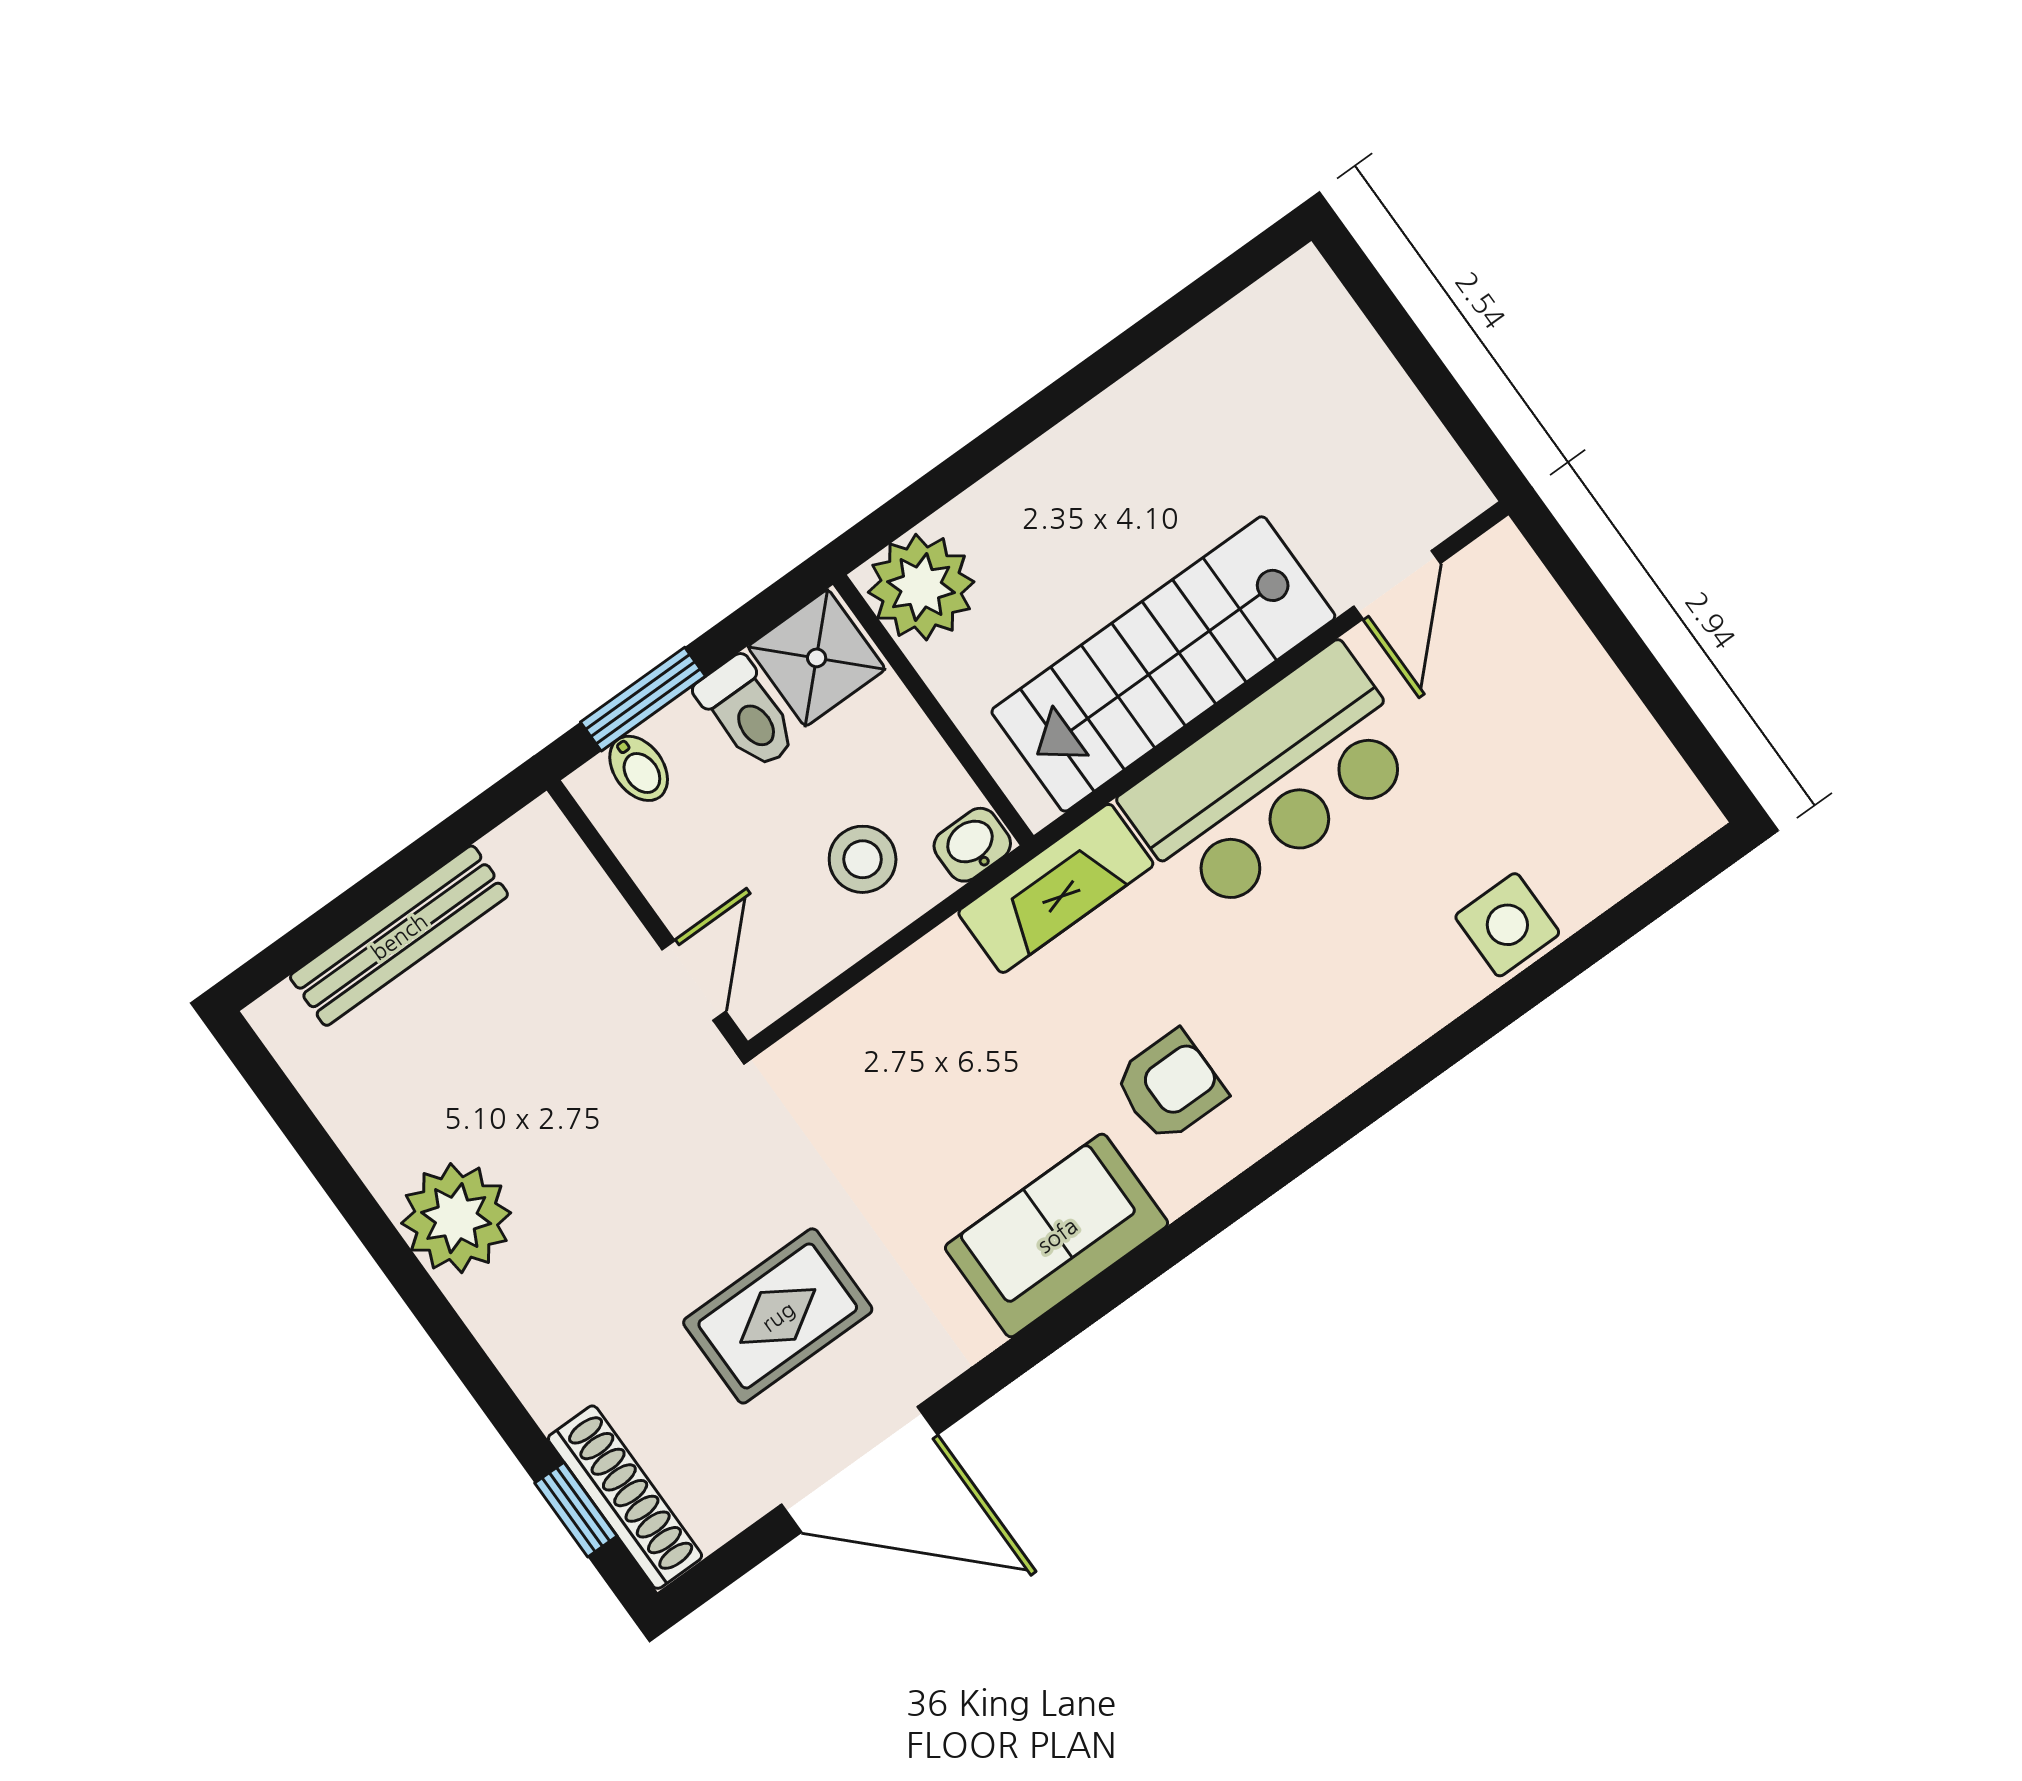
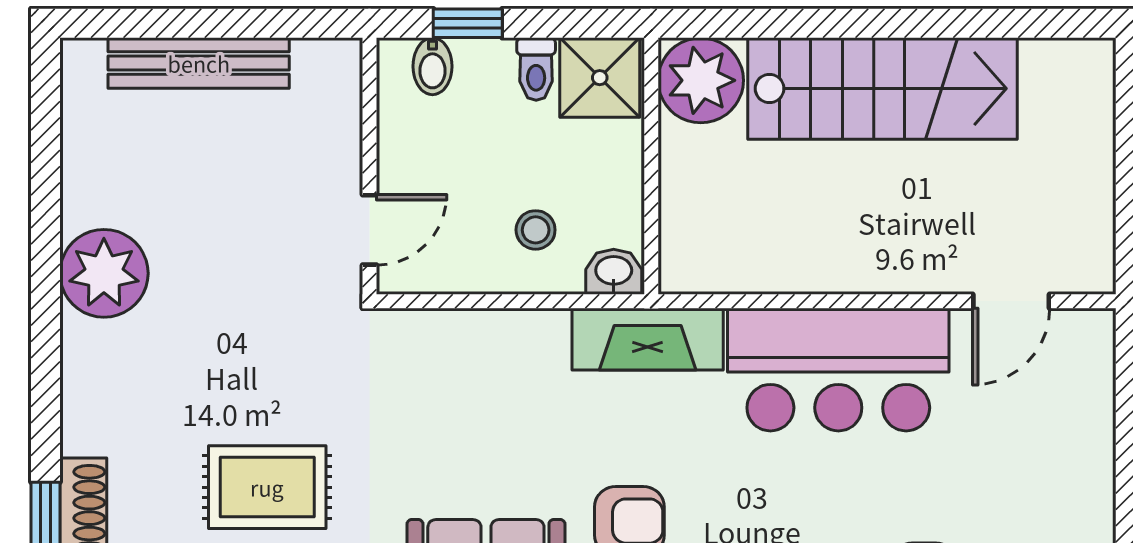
stairs: (1163, 664) -> (883, 88), moved, turned 180
window: (643, 699) -> (468, 23), width x0.67
toilet: (747, 713) -> (536, 69), width x0.73, depth x0.72
stool: (863, 859) -> (536, 230), width x0.73, depth x0.73

